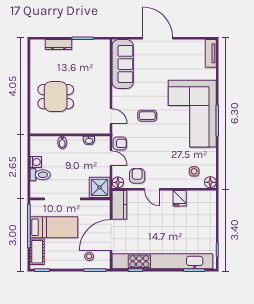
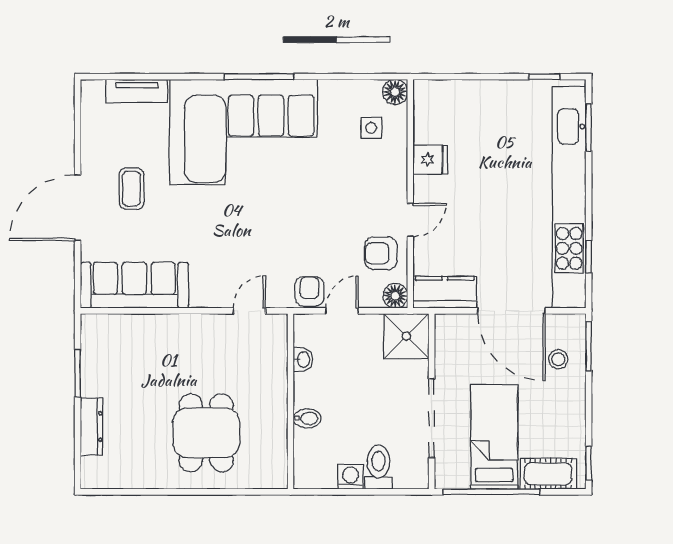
tv unit: (211, 53) -> (137, 91), moved
coffee table: (147, 116) -> (131, 189), moved

